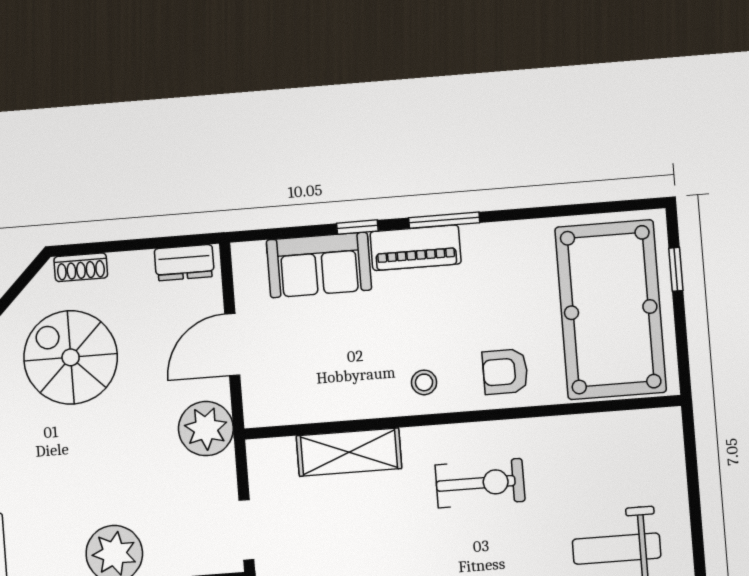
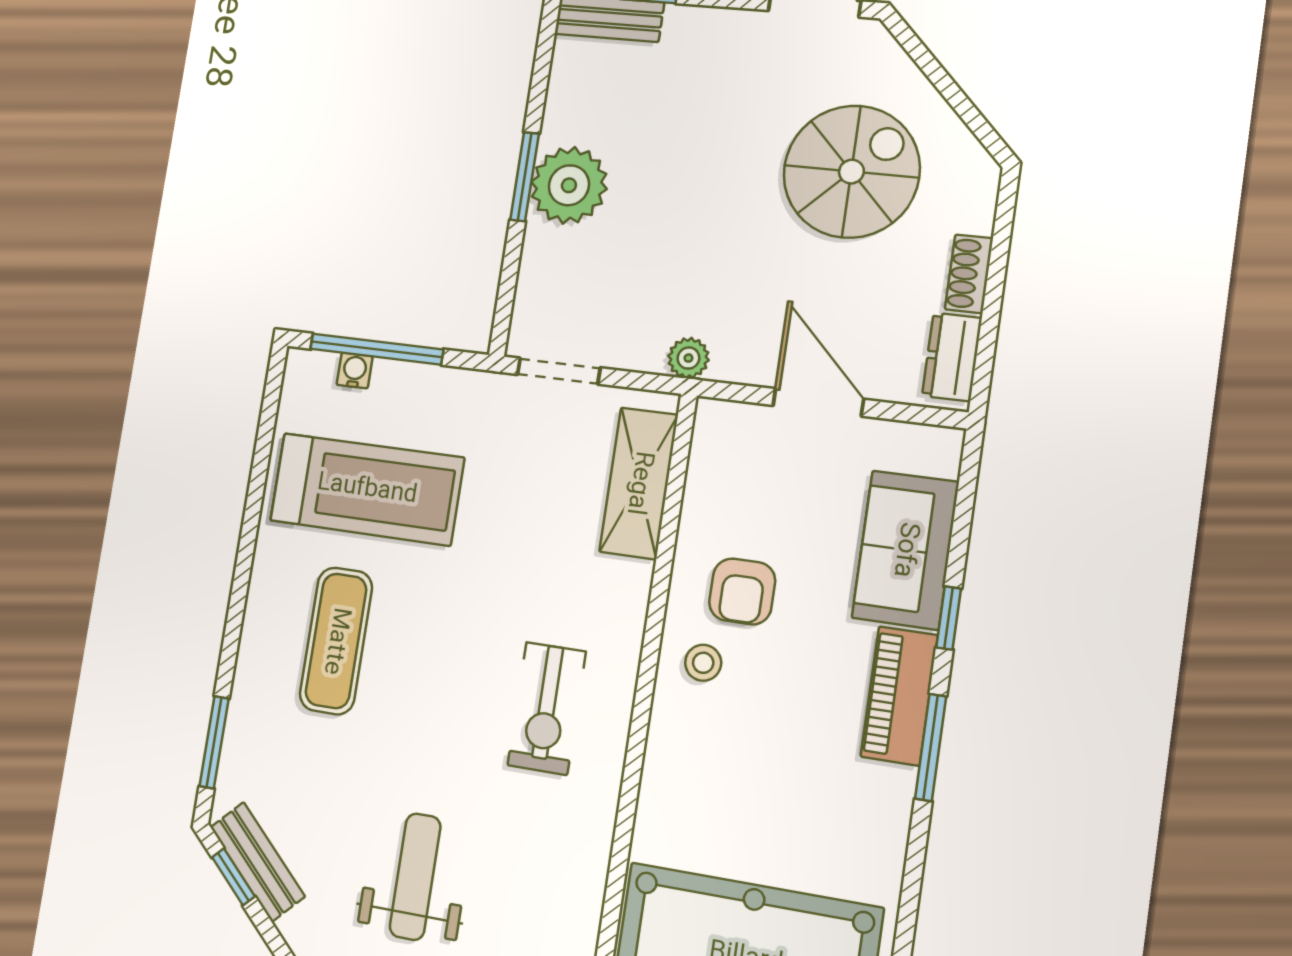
shoe rack: (81, 267) -> (969, 274), moved
armchair: (505, 372) -> (742, 591), moved, turned 180
plant: (206, 429) -> (688, 358), width x0.53, depth x0.53
shelving: (349, 452) -> (639, 483), moved

